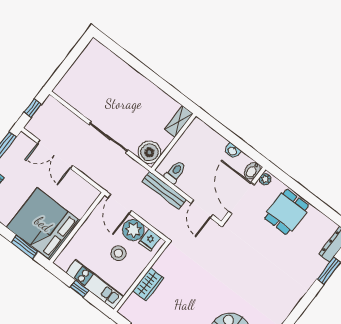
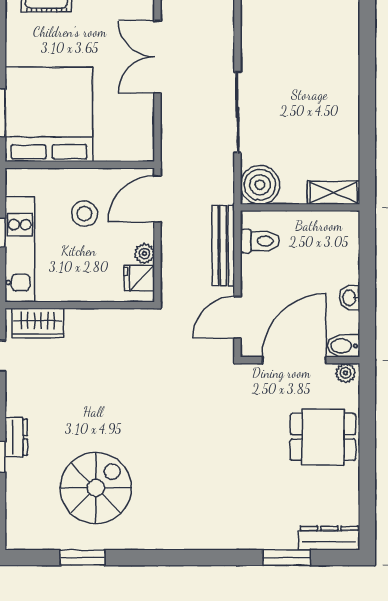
plant: (133, 230) -> (144, 253), width x0.53, depth x0.53
stool: (118, 253) -> (84, 214), moved
wardrobe: (148, 284) -> (38, 323), moved

